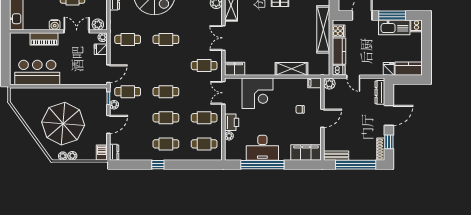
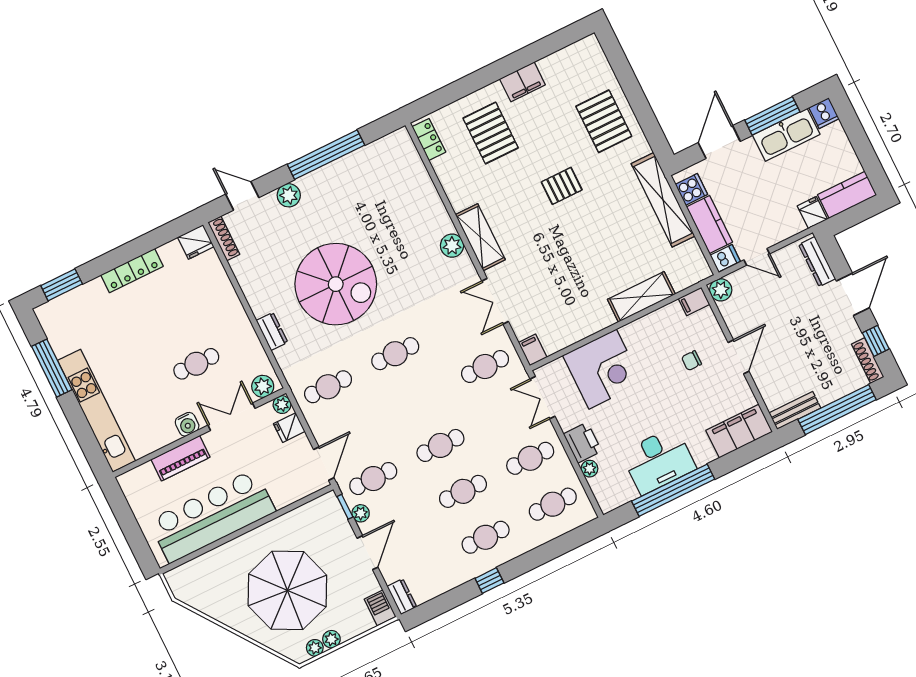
filing cabinet: (235, 69) -> (533, 350), width x0.50
bar counter: (37, 73) -> (212, 516), width x1.36

